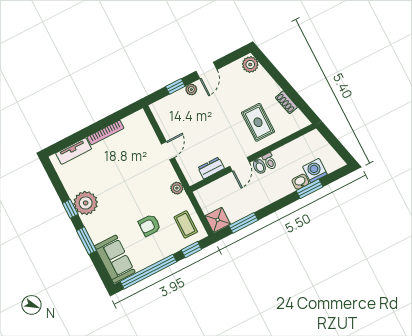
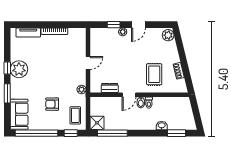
washing machine: (315, 171) -> (175, 123), removed
window: (310, 189) -> (177, 133), moved
window: (243, 223) -> (112, 133), width x1.44

